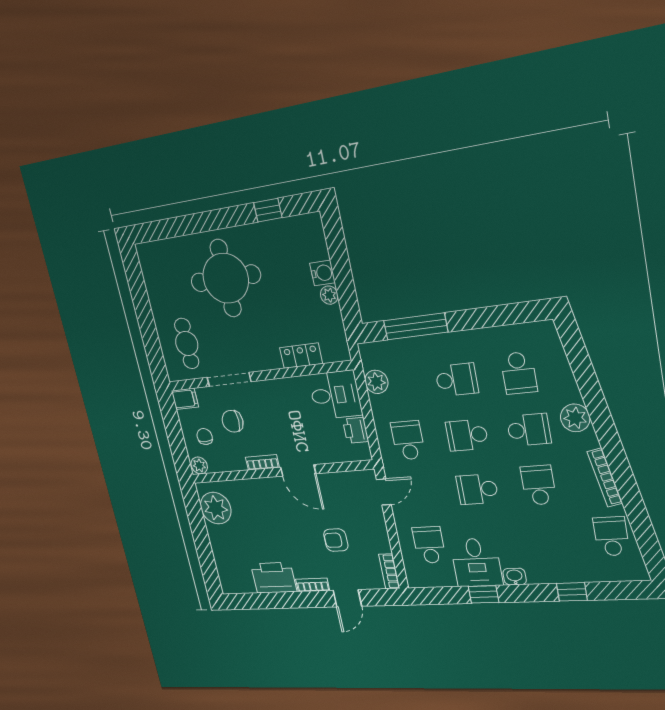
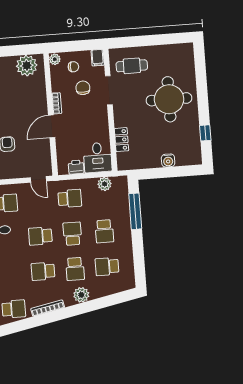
plant: (329, 295) -> (155, 163), removed
school desk: (538, 485) -> (43, 271), turned 180
school desk: (477, 489) -> (40, 236), turned -90

